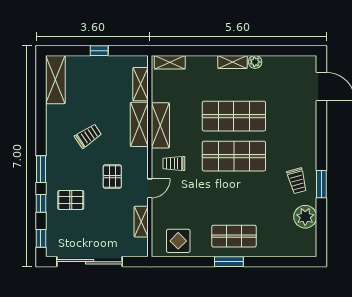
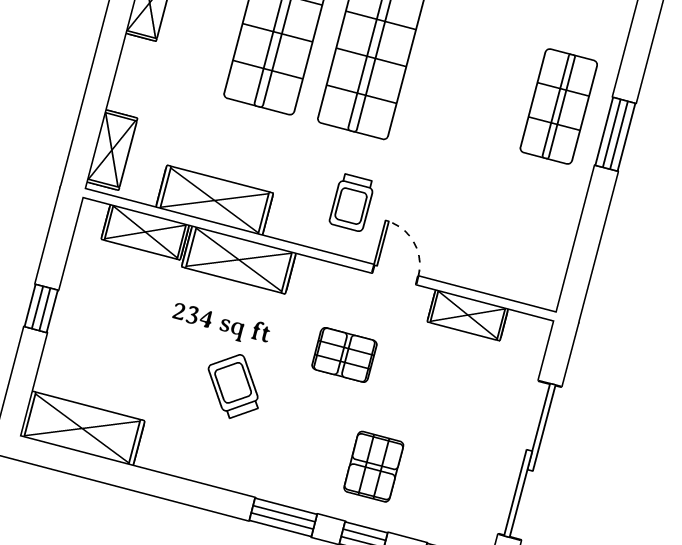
shelving: (160, 125) -> (215, 200), moved
display table: (178, 241) -> (536, 240), removed

